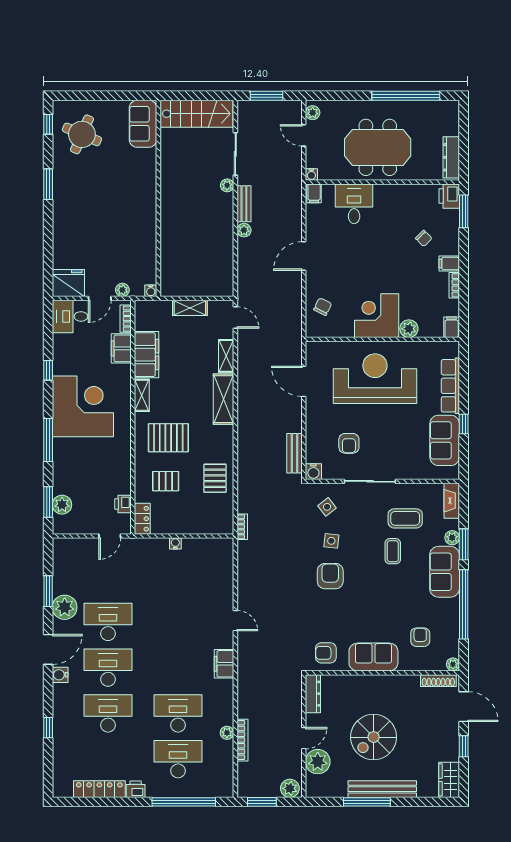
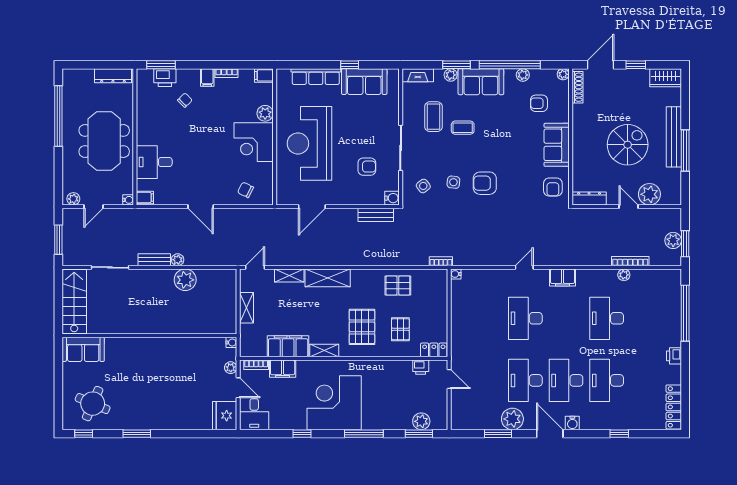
plant: (227, 185) -> (185, 280), moved, width x1.88, depth x1.88
printer: (449, 196) -> (165, 78), moved
water cooler: (175, 543) -> (456, 274), moved
plant: (452, 619) -> (523, 75), added
spiral stairs: (374, 737) -> (628, 145), turned -90
desk: (178, 759) -> (525, 318), moved
plant: (290, 788) -> (673, 240), moved
locker: (99, 789) -> (674, 407), moved

